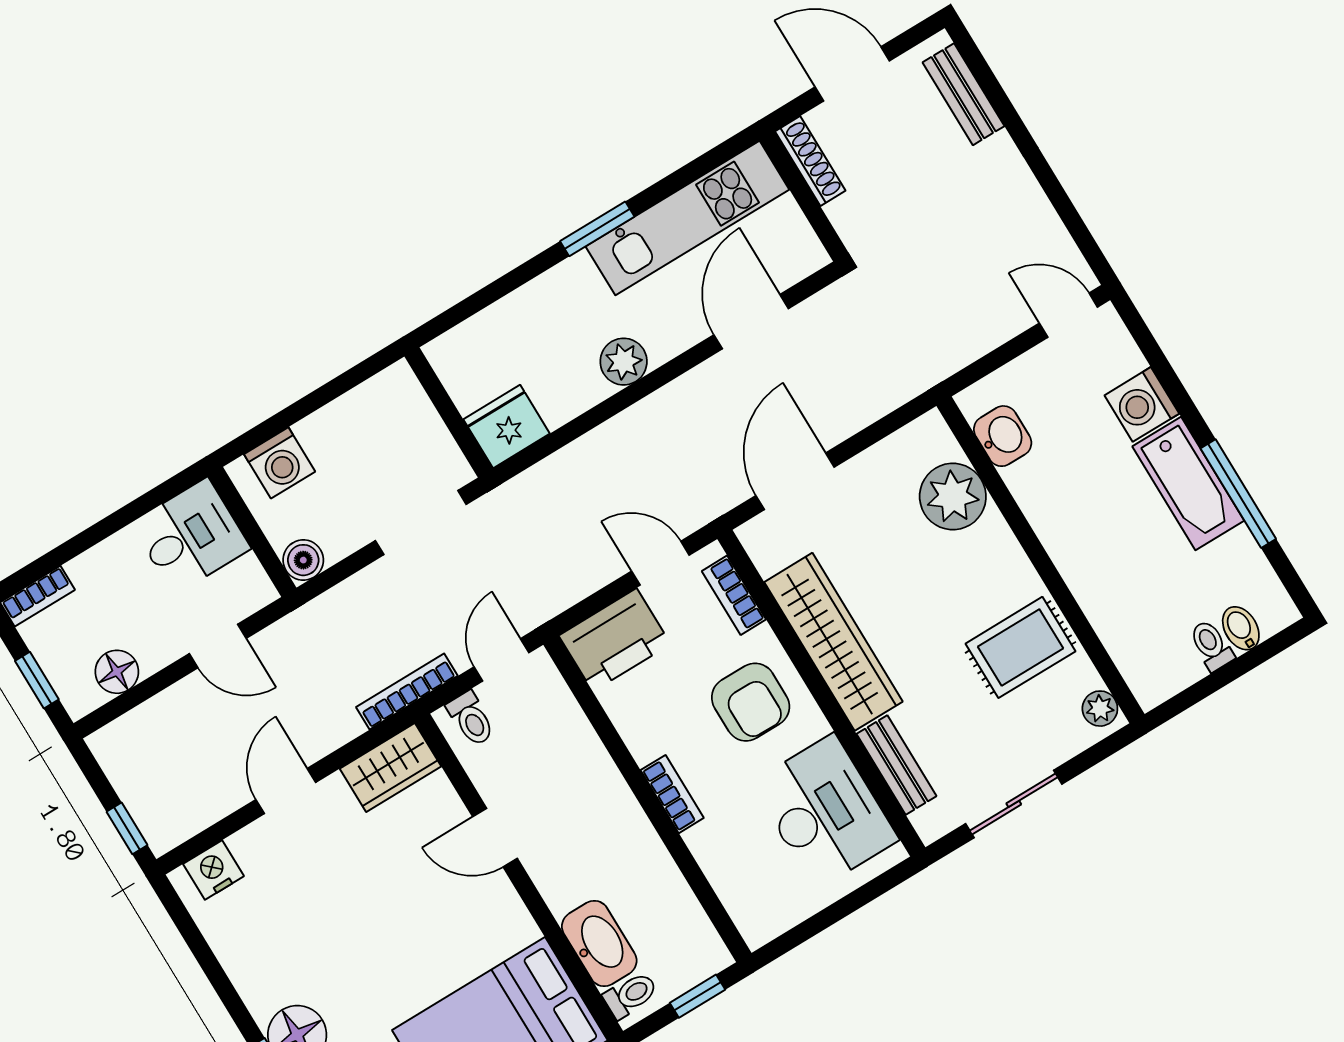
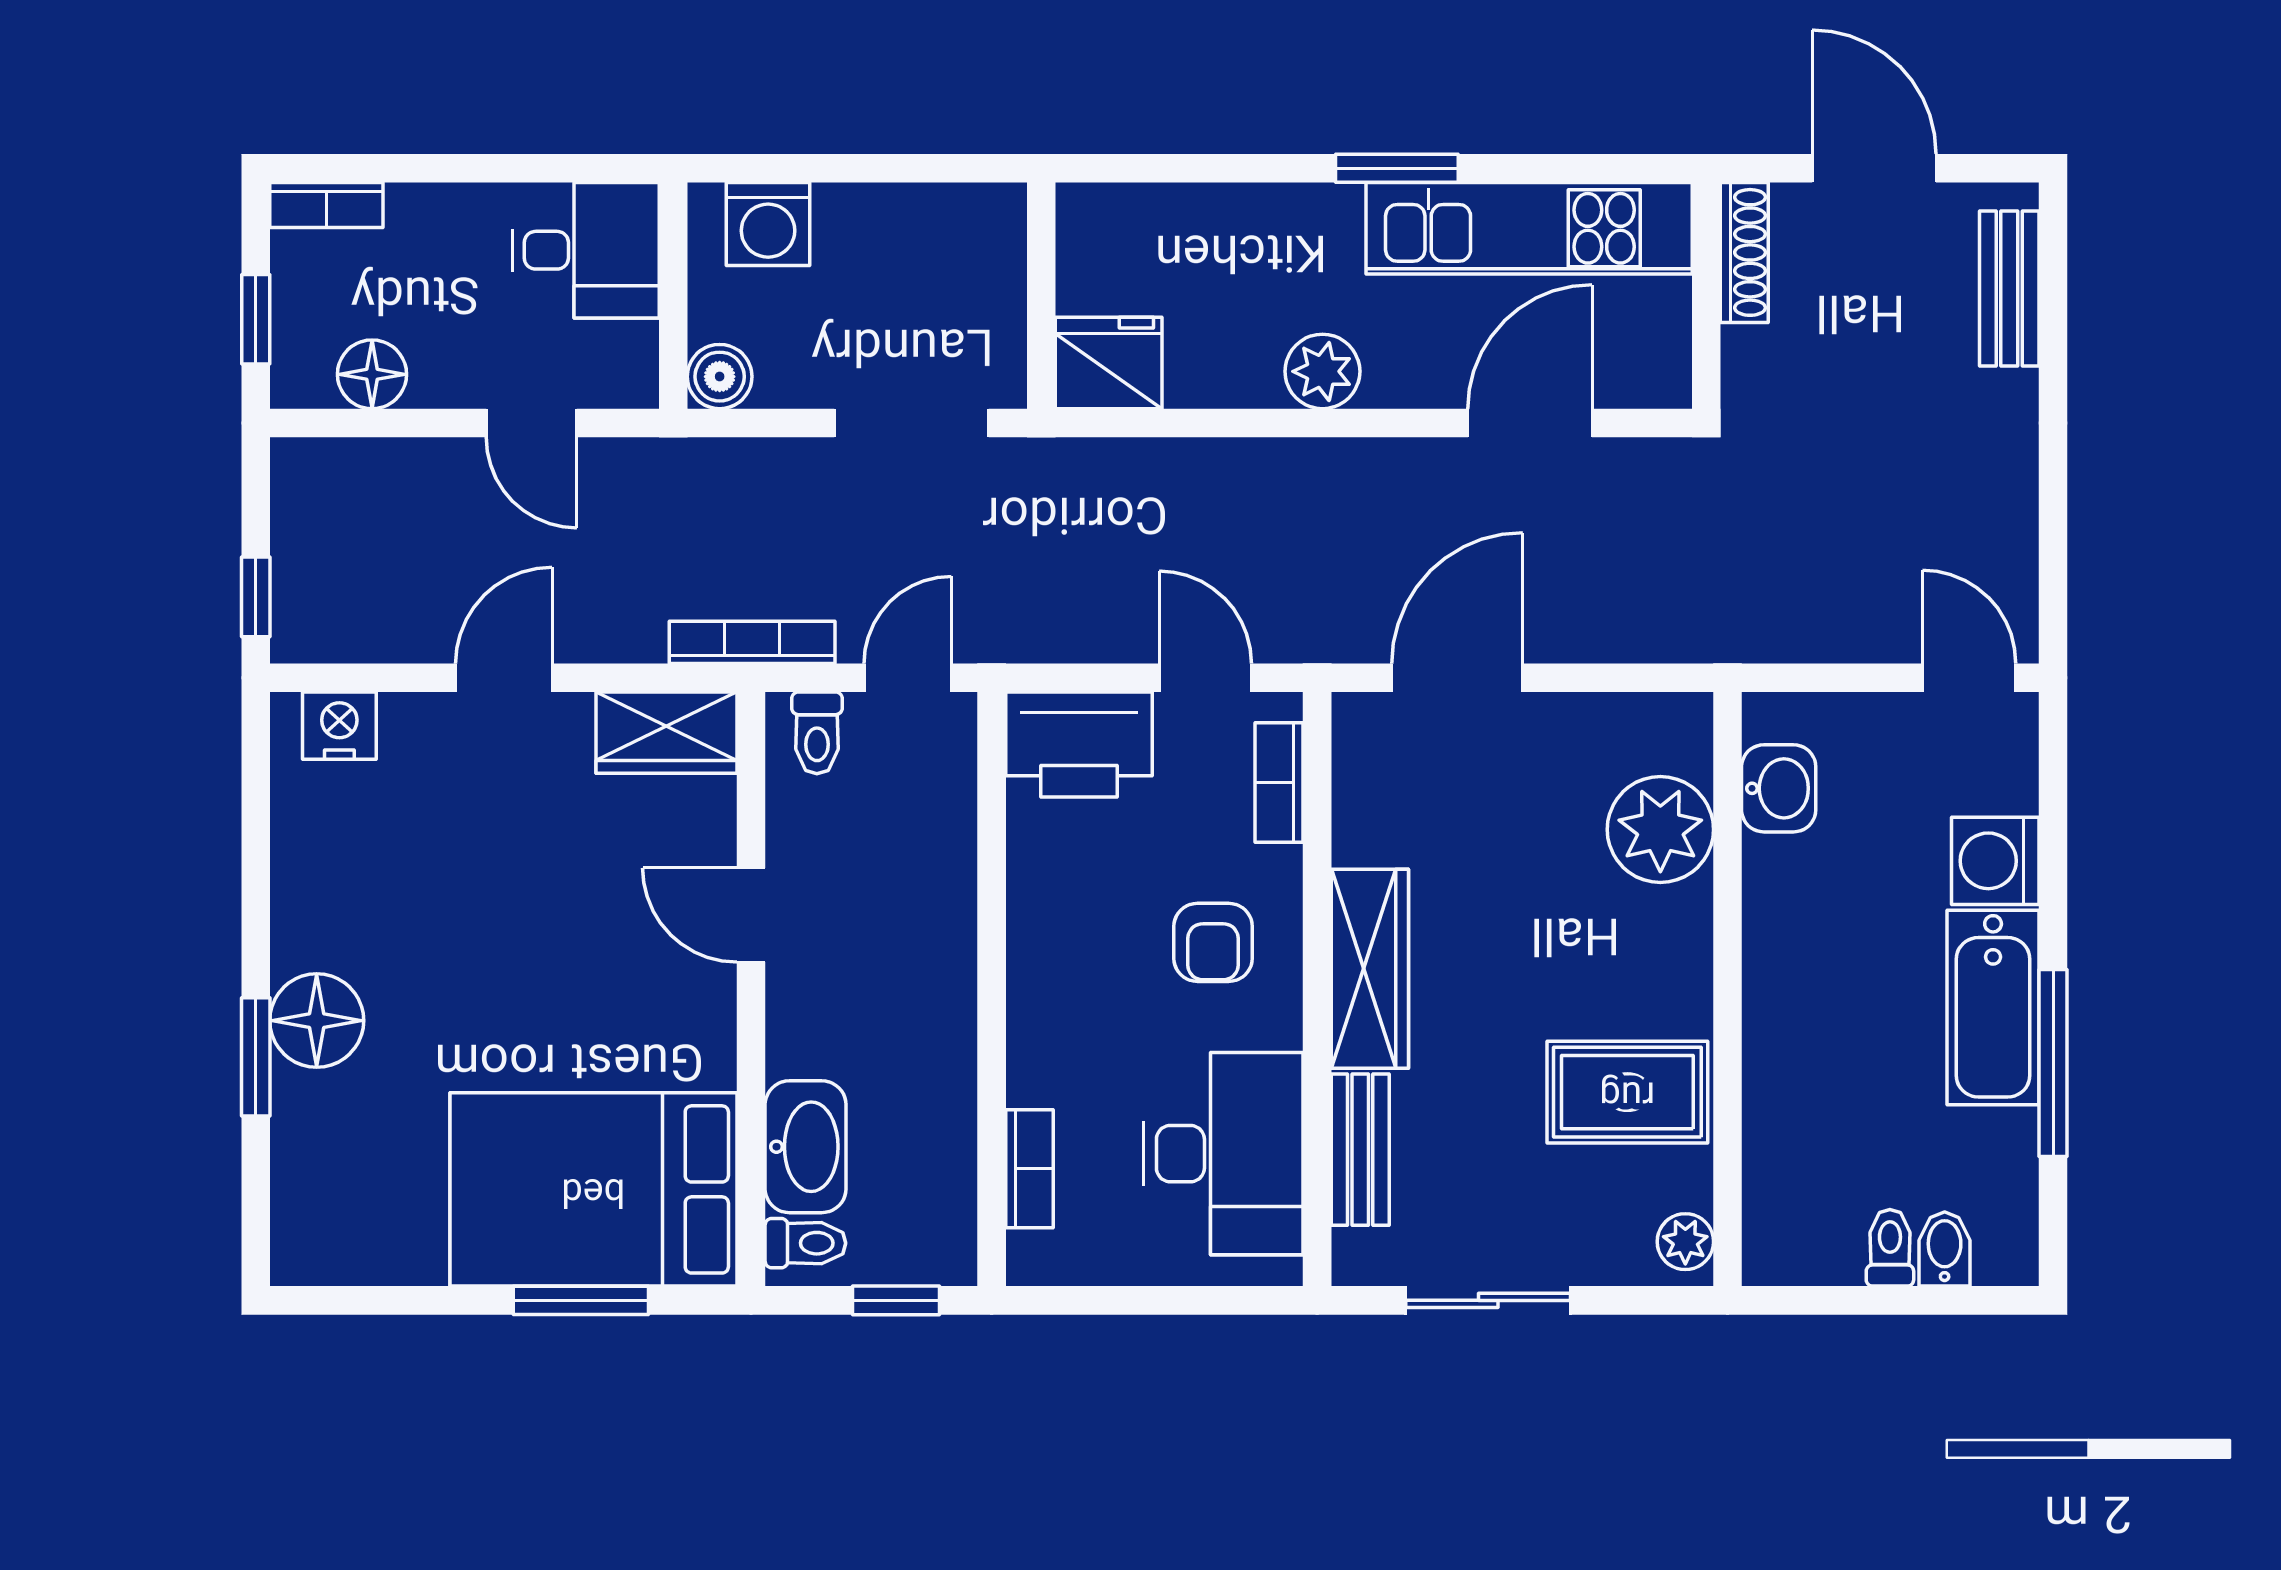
wardrobe: (833, 642) -> (1370, 969), width x0.71, depth x0.85
armchair: (751, 702) -> (1213, 942), width x0.72, depth x0.72
bookcase: (672, 794) -> (1029, 1169), moved

